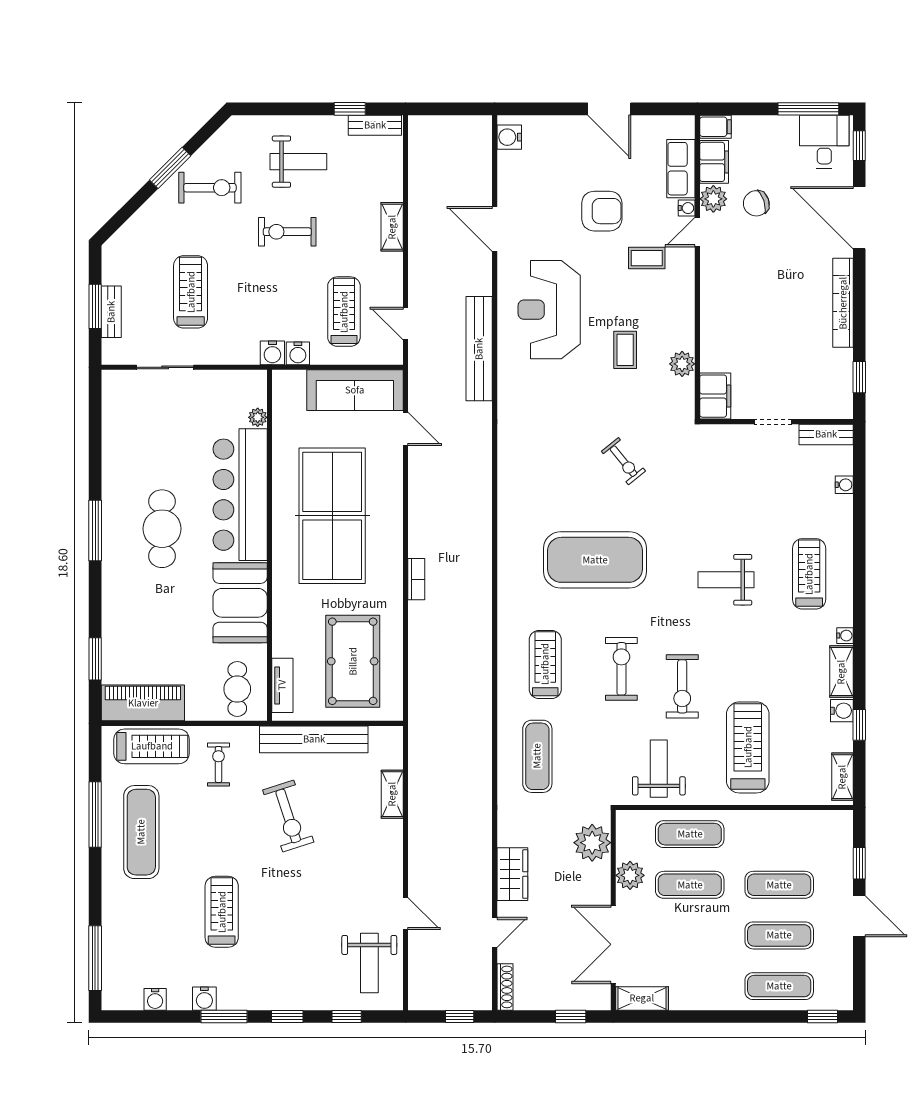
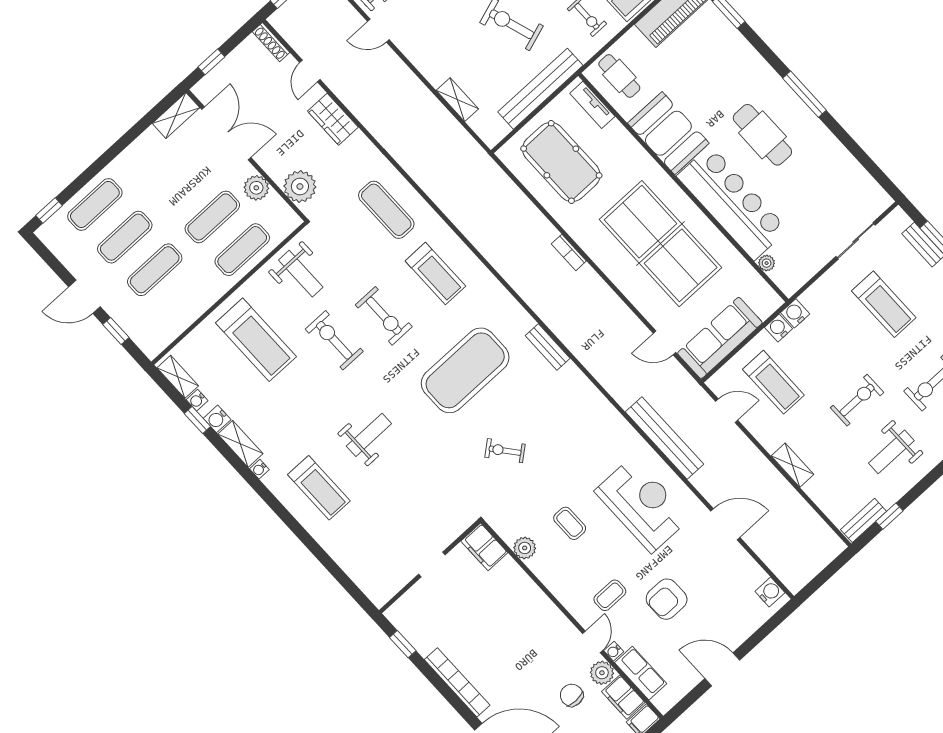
chair: (756, 203) -> (572, 695), turned -72
bench: (826, 434) -> (548, 347), moved, turned 90
water cooler: (844, 485) -> (197, 400), moved

